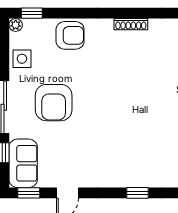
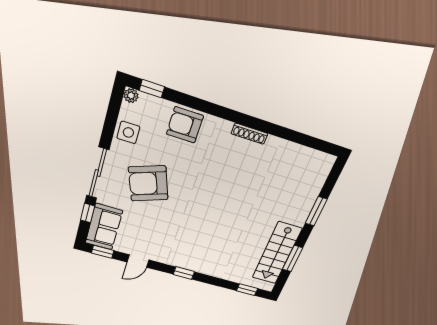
armchair: (70, 35) -> (185, 125), turned 180
armchair: (54, 103) -> (148, 183), turned 70
window: (137, 193) -> (184, 273), moved

